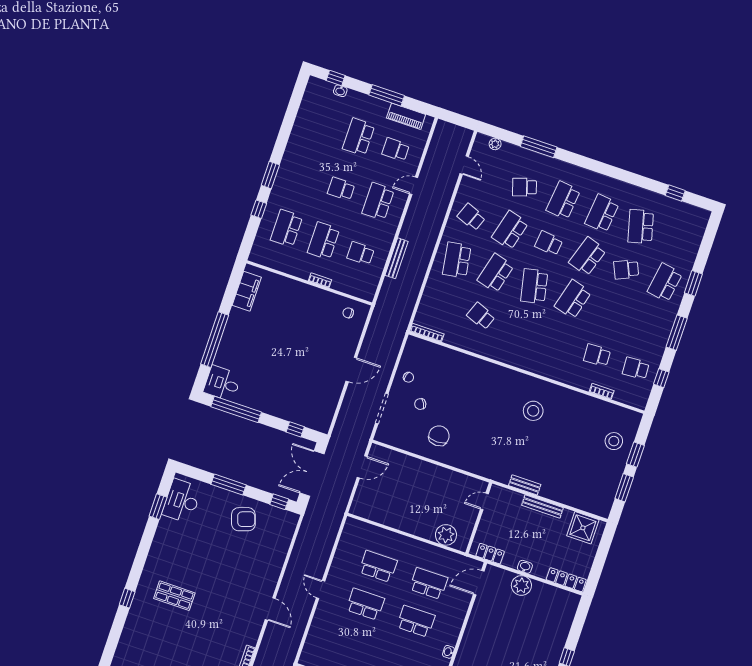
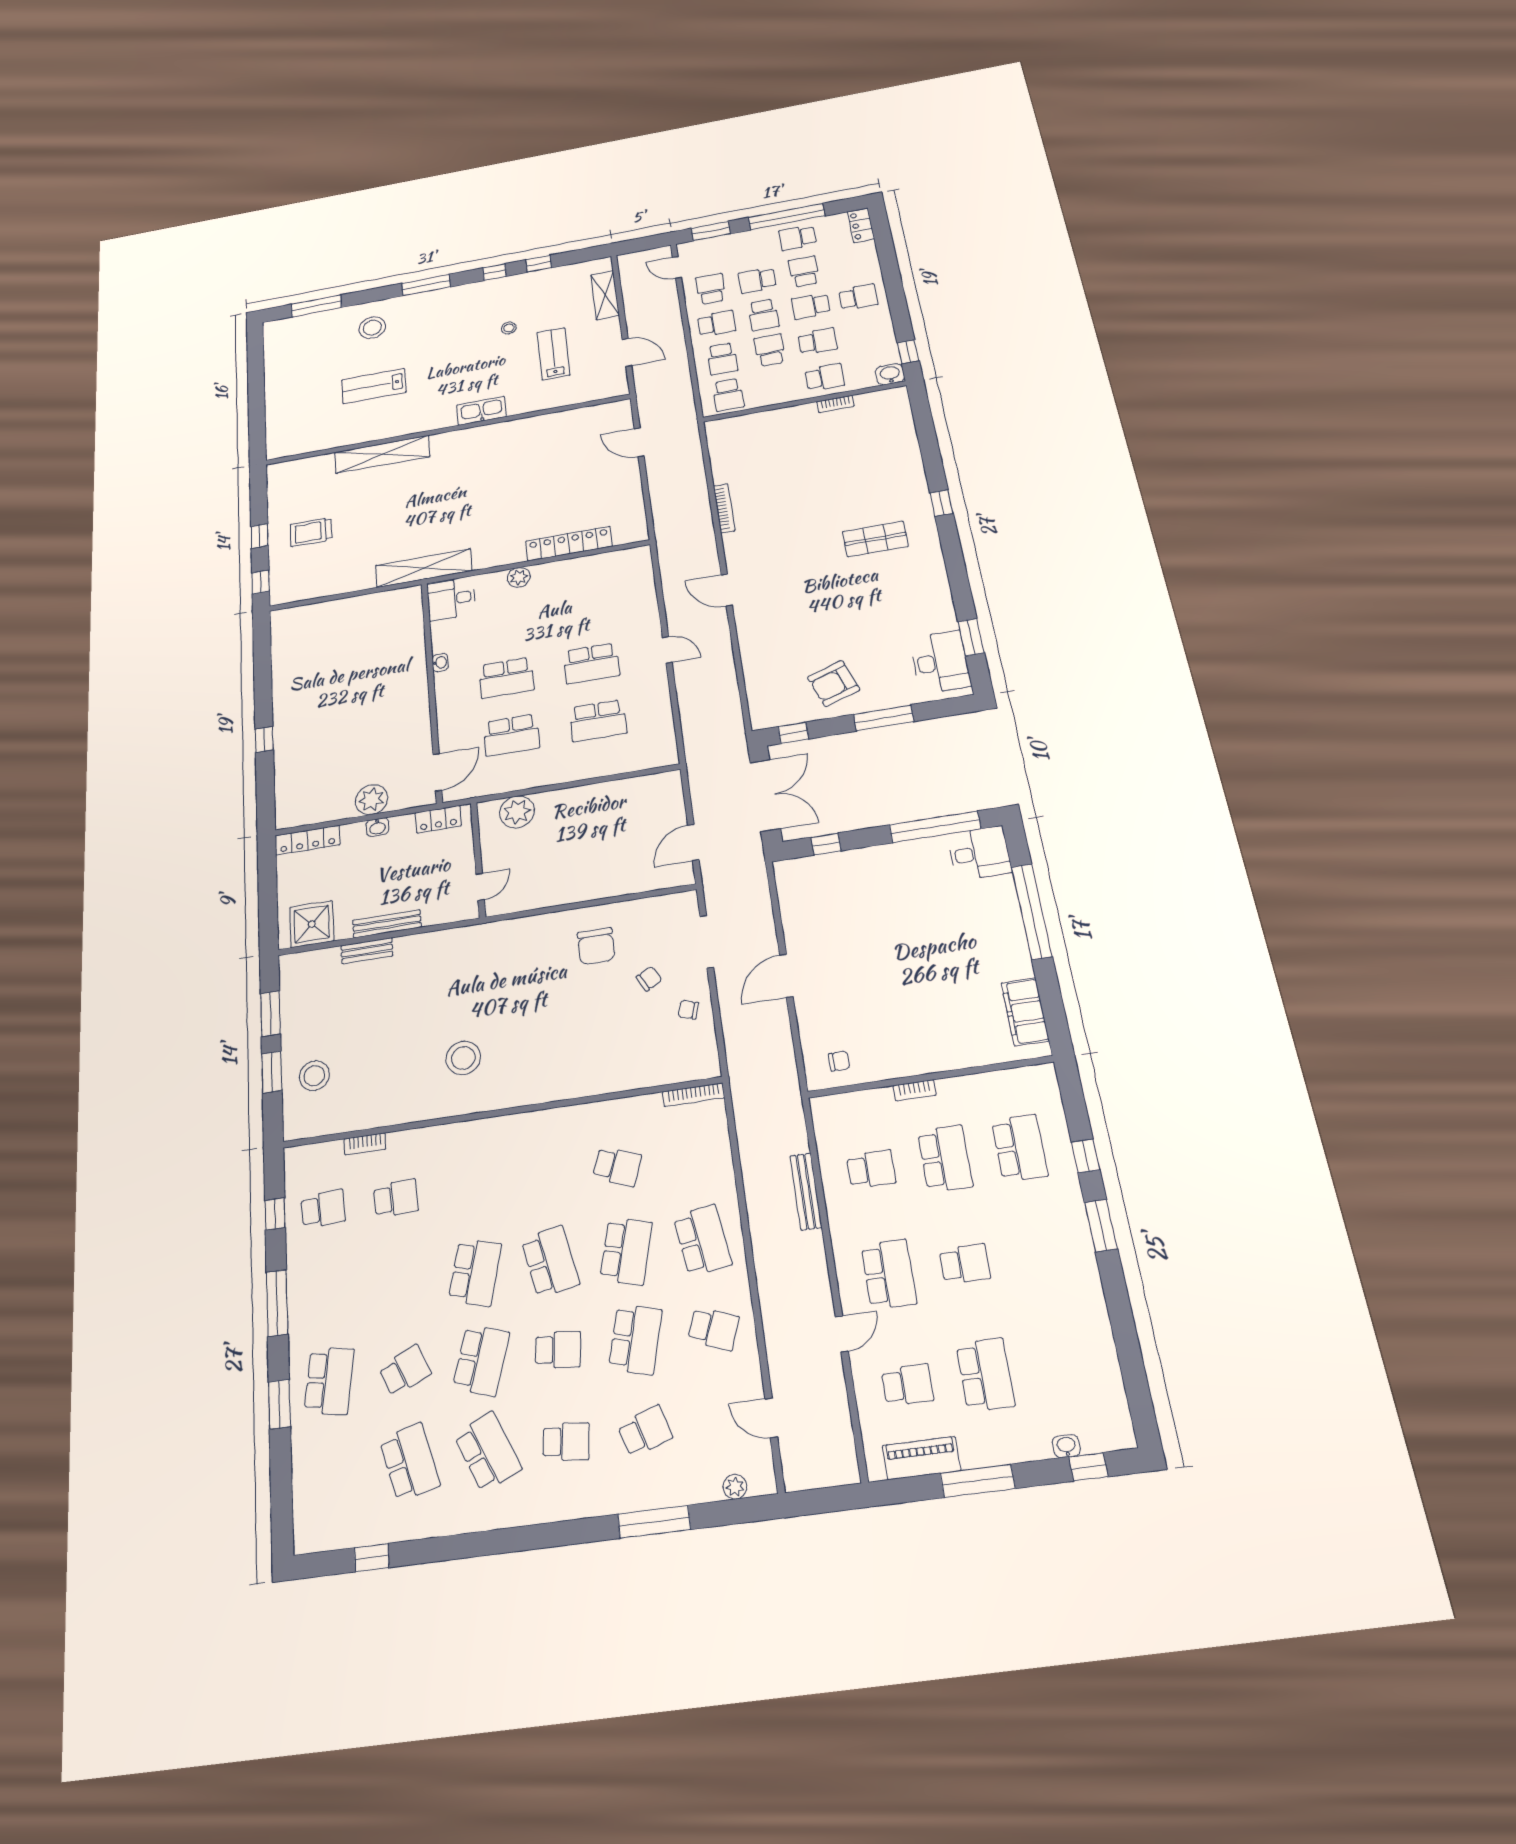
school desk: (563, 200) -> (566, 1442), width x0.54
school desk: (602, 213) -> (488, 1452), turned -30
bench: (525, 485) -> (367, 951), moved

